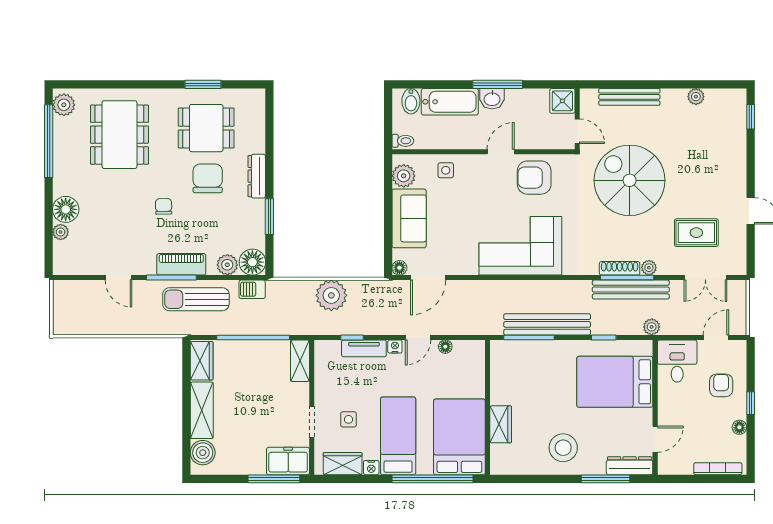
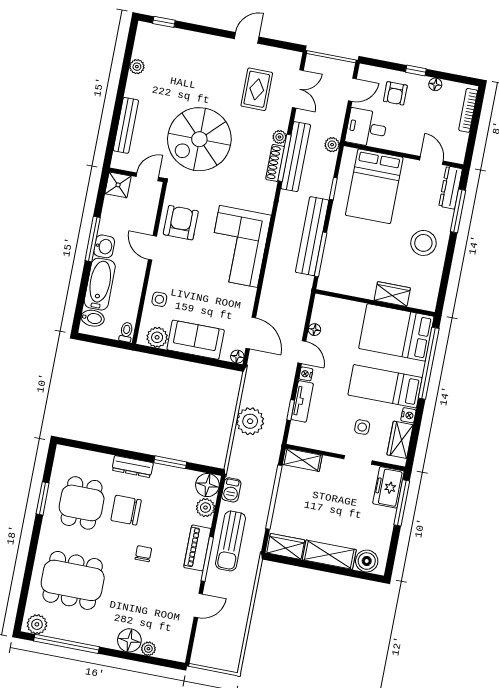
armchair: (534, 178) -> (181, 223), turned 180
chair: (164, 206) -> (143, 554), turned 91
door: (716, 337) -> (352, 90), swing flipped
armchair: (721, 385) -> (395, 93), turned -90

